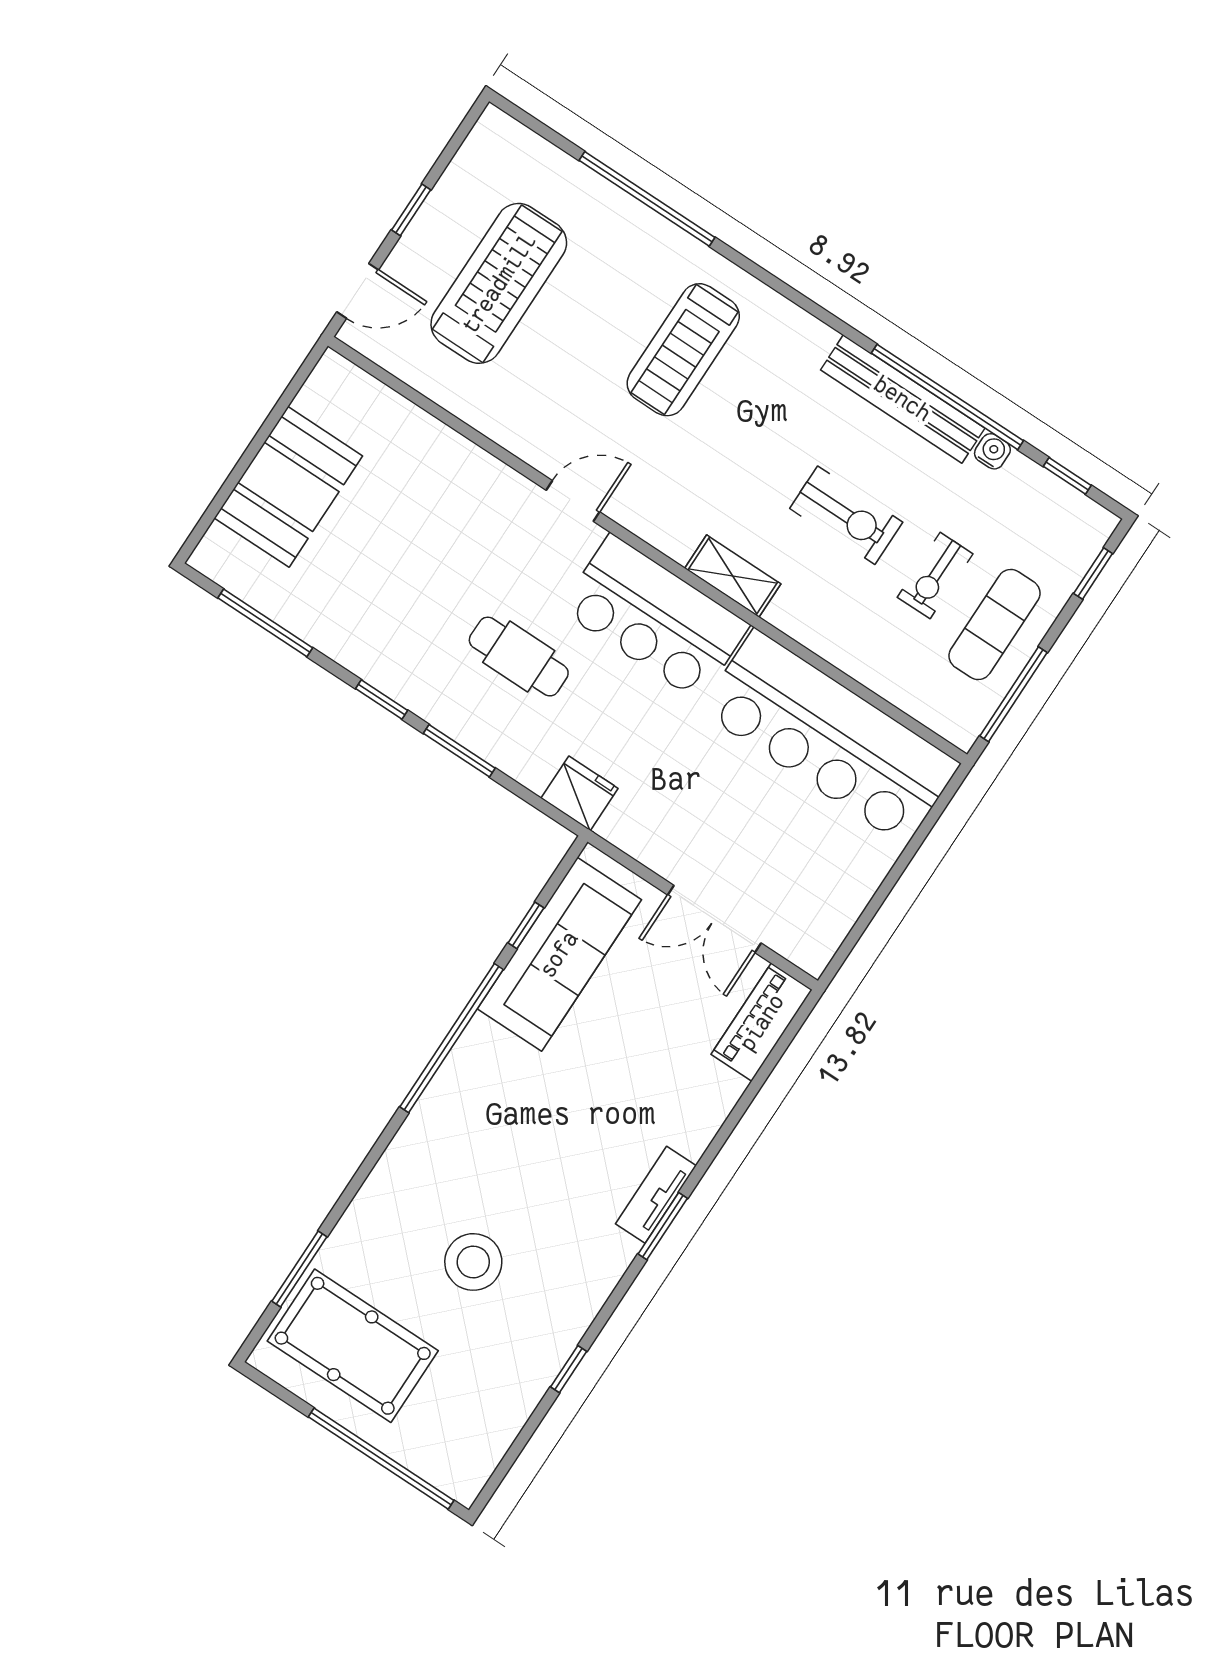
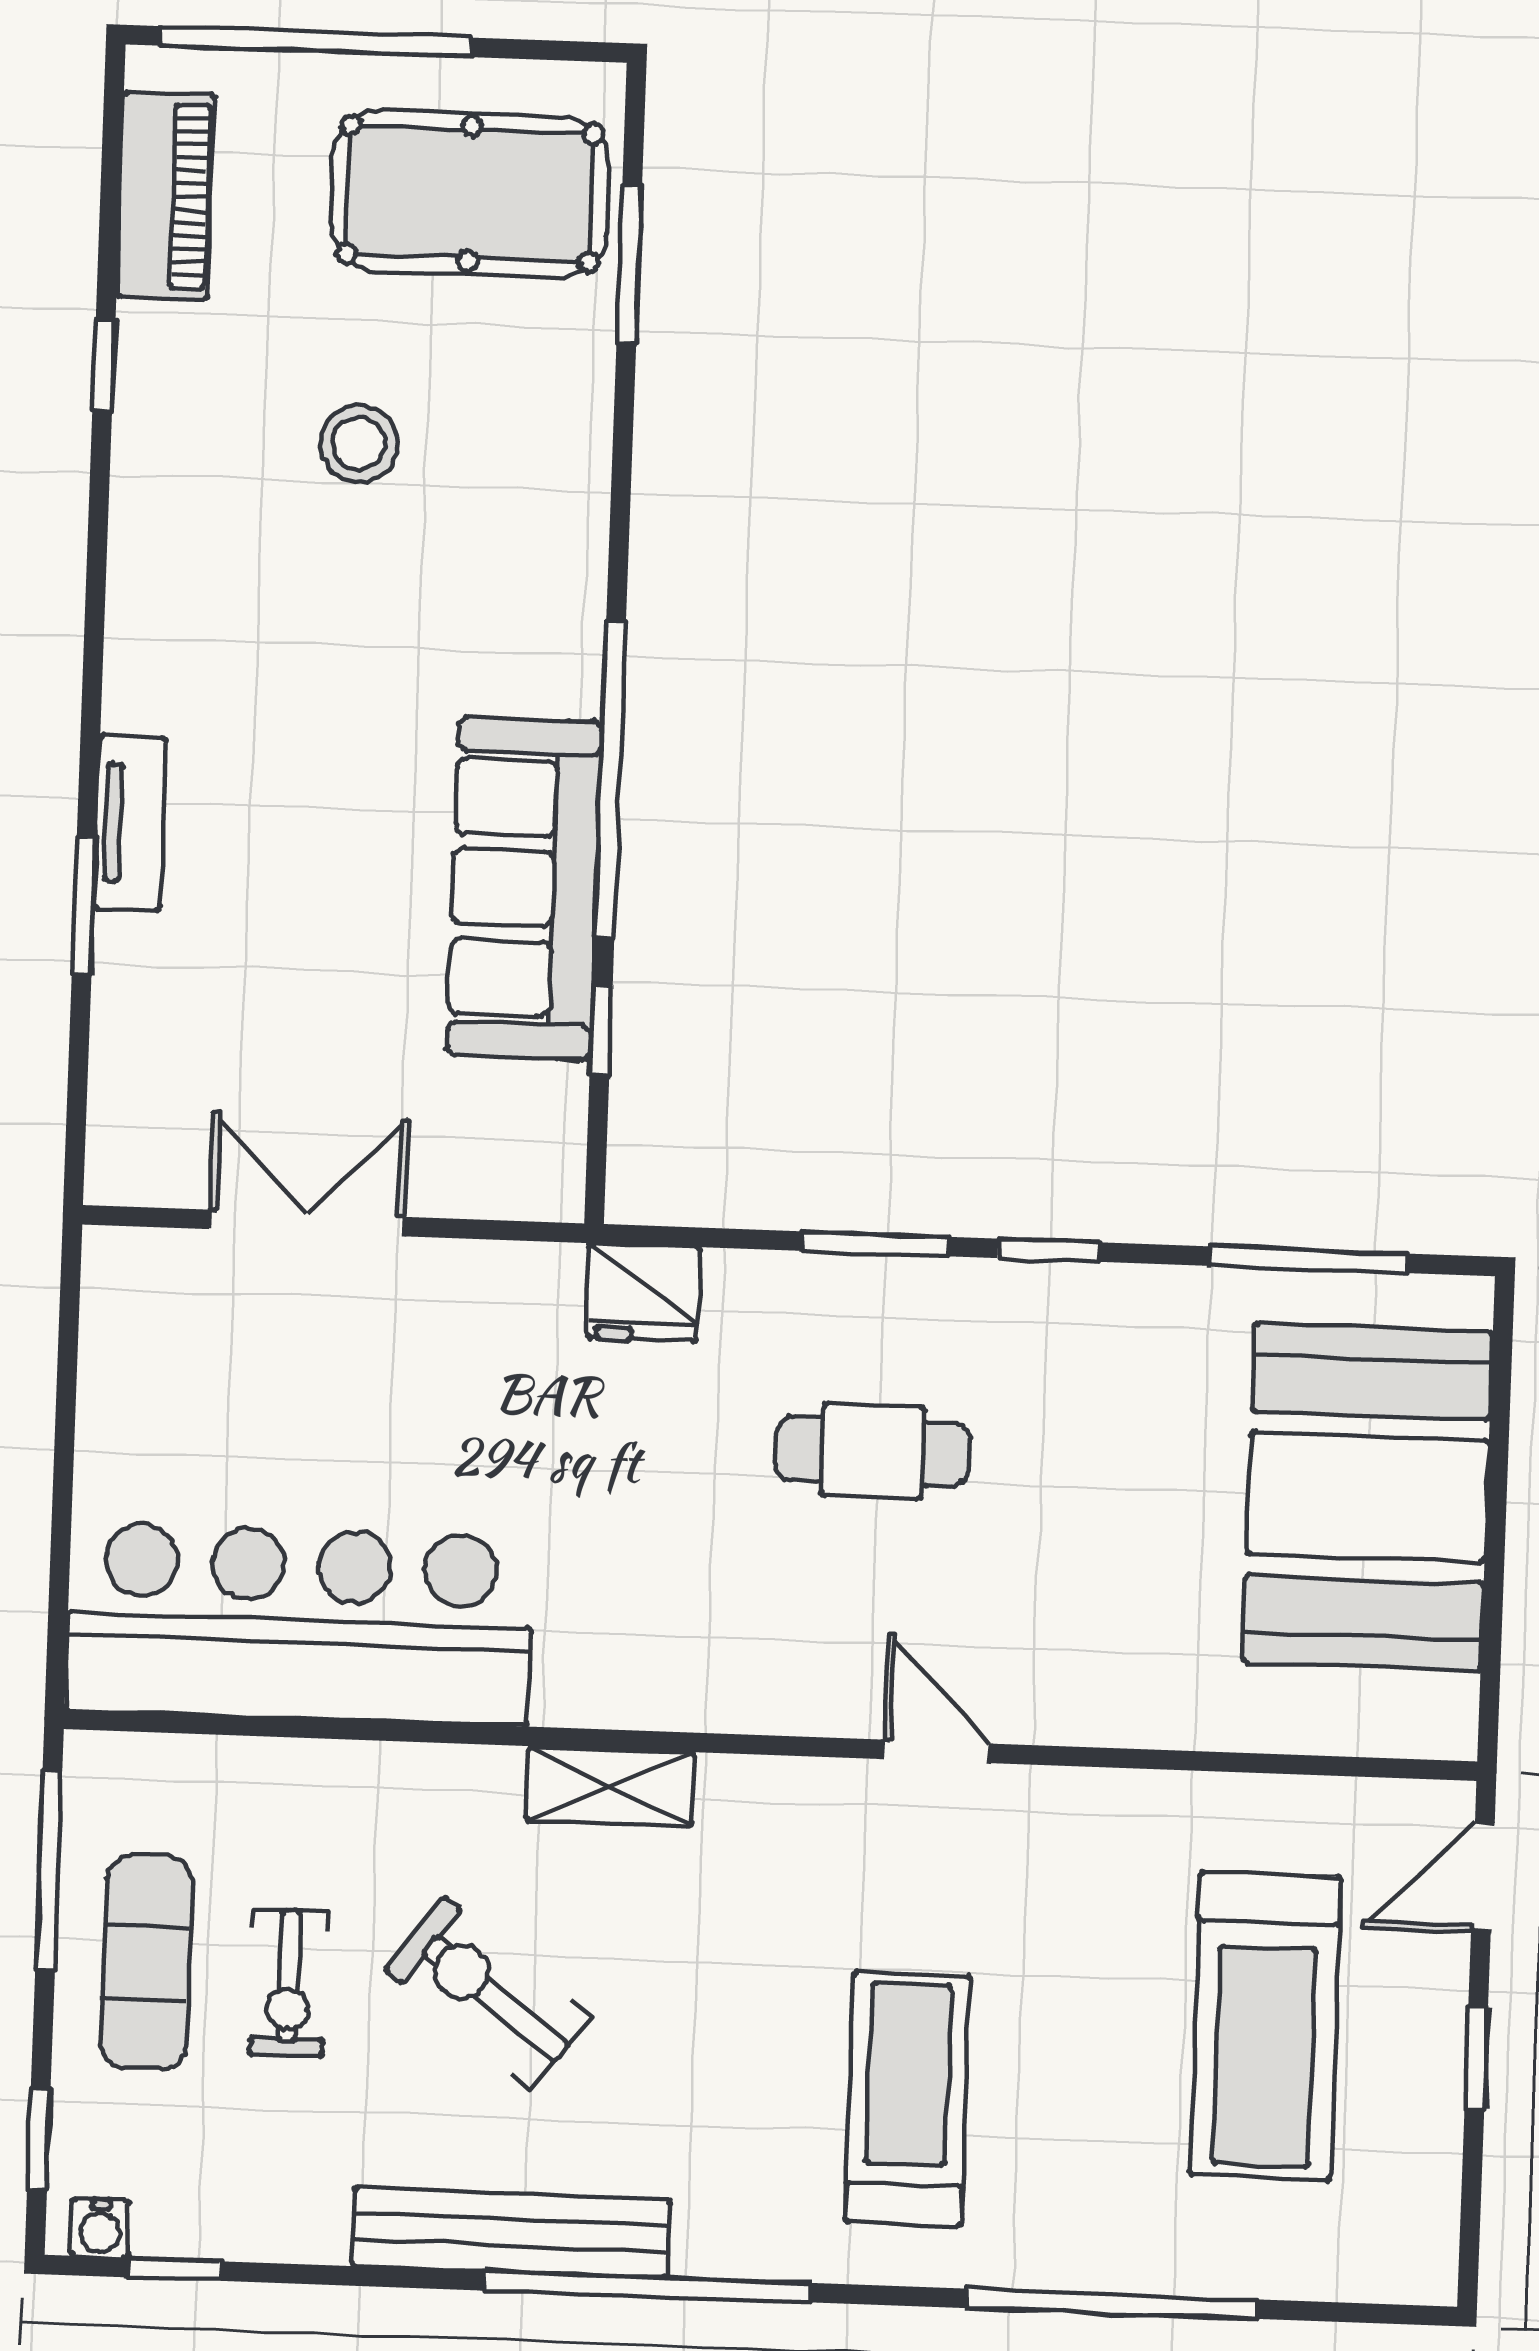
window: (947, 397) -> (647, 2287), moved
water cooler: (992, 451) -> (100, 2228), moved
booth: (288, 487) -> (1368, 1497), width x1.36, depth x1.42
door: (573, 501) -> (937, 1751), swing flipped
exercise bike: (846, 515) -> (488, 1993), turned 37
exercise bike: (935, 576) -> (288, 1983), turned 180
bar counter: (655, 617) -> (694, 1645), removed
sofa: (559, 954) -> (525, 888), moved
piano: (762, 1022) -> (166, 196), moved
tv unit: (656, 1195) -> (130, 823), moved
window: (663, 1226) -> (84, 906), moved
stool: (473, 1262) -> (359, 444), width x0.73, depth x0.73

